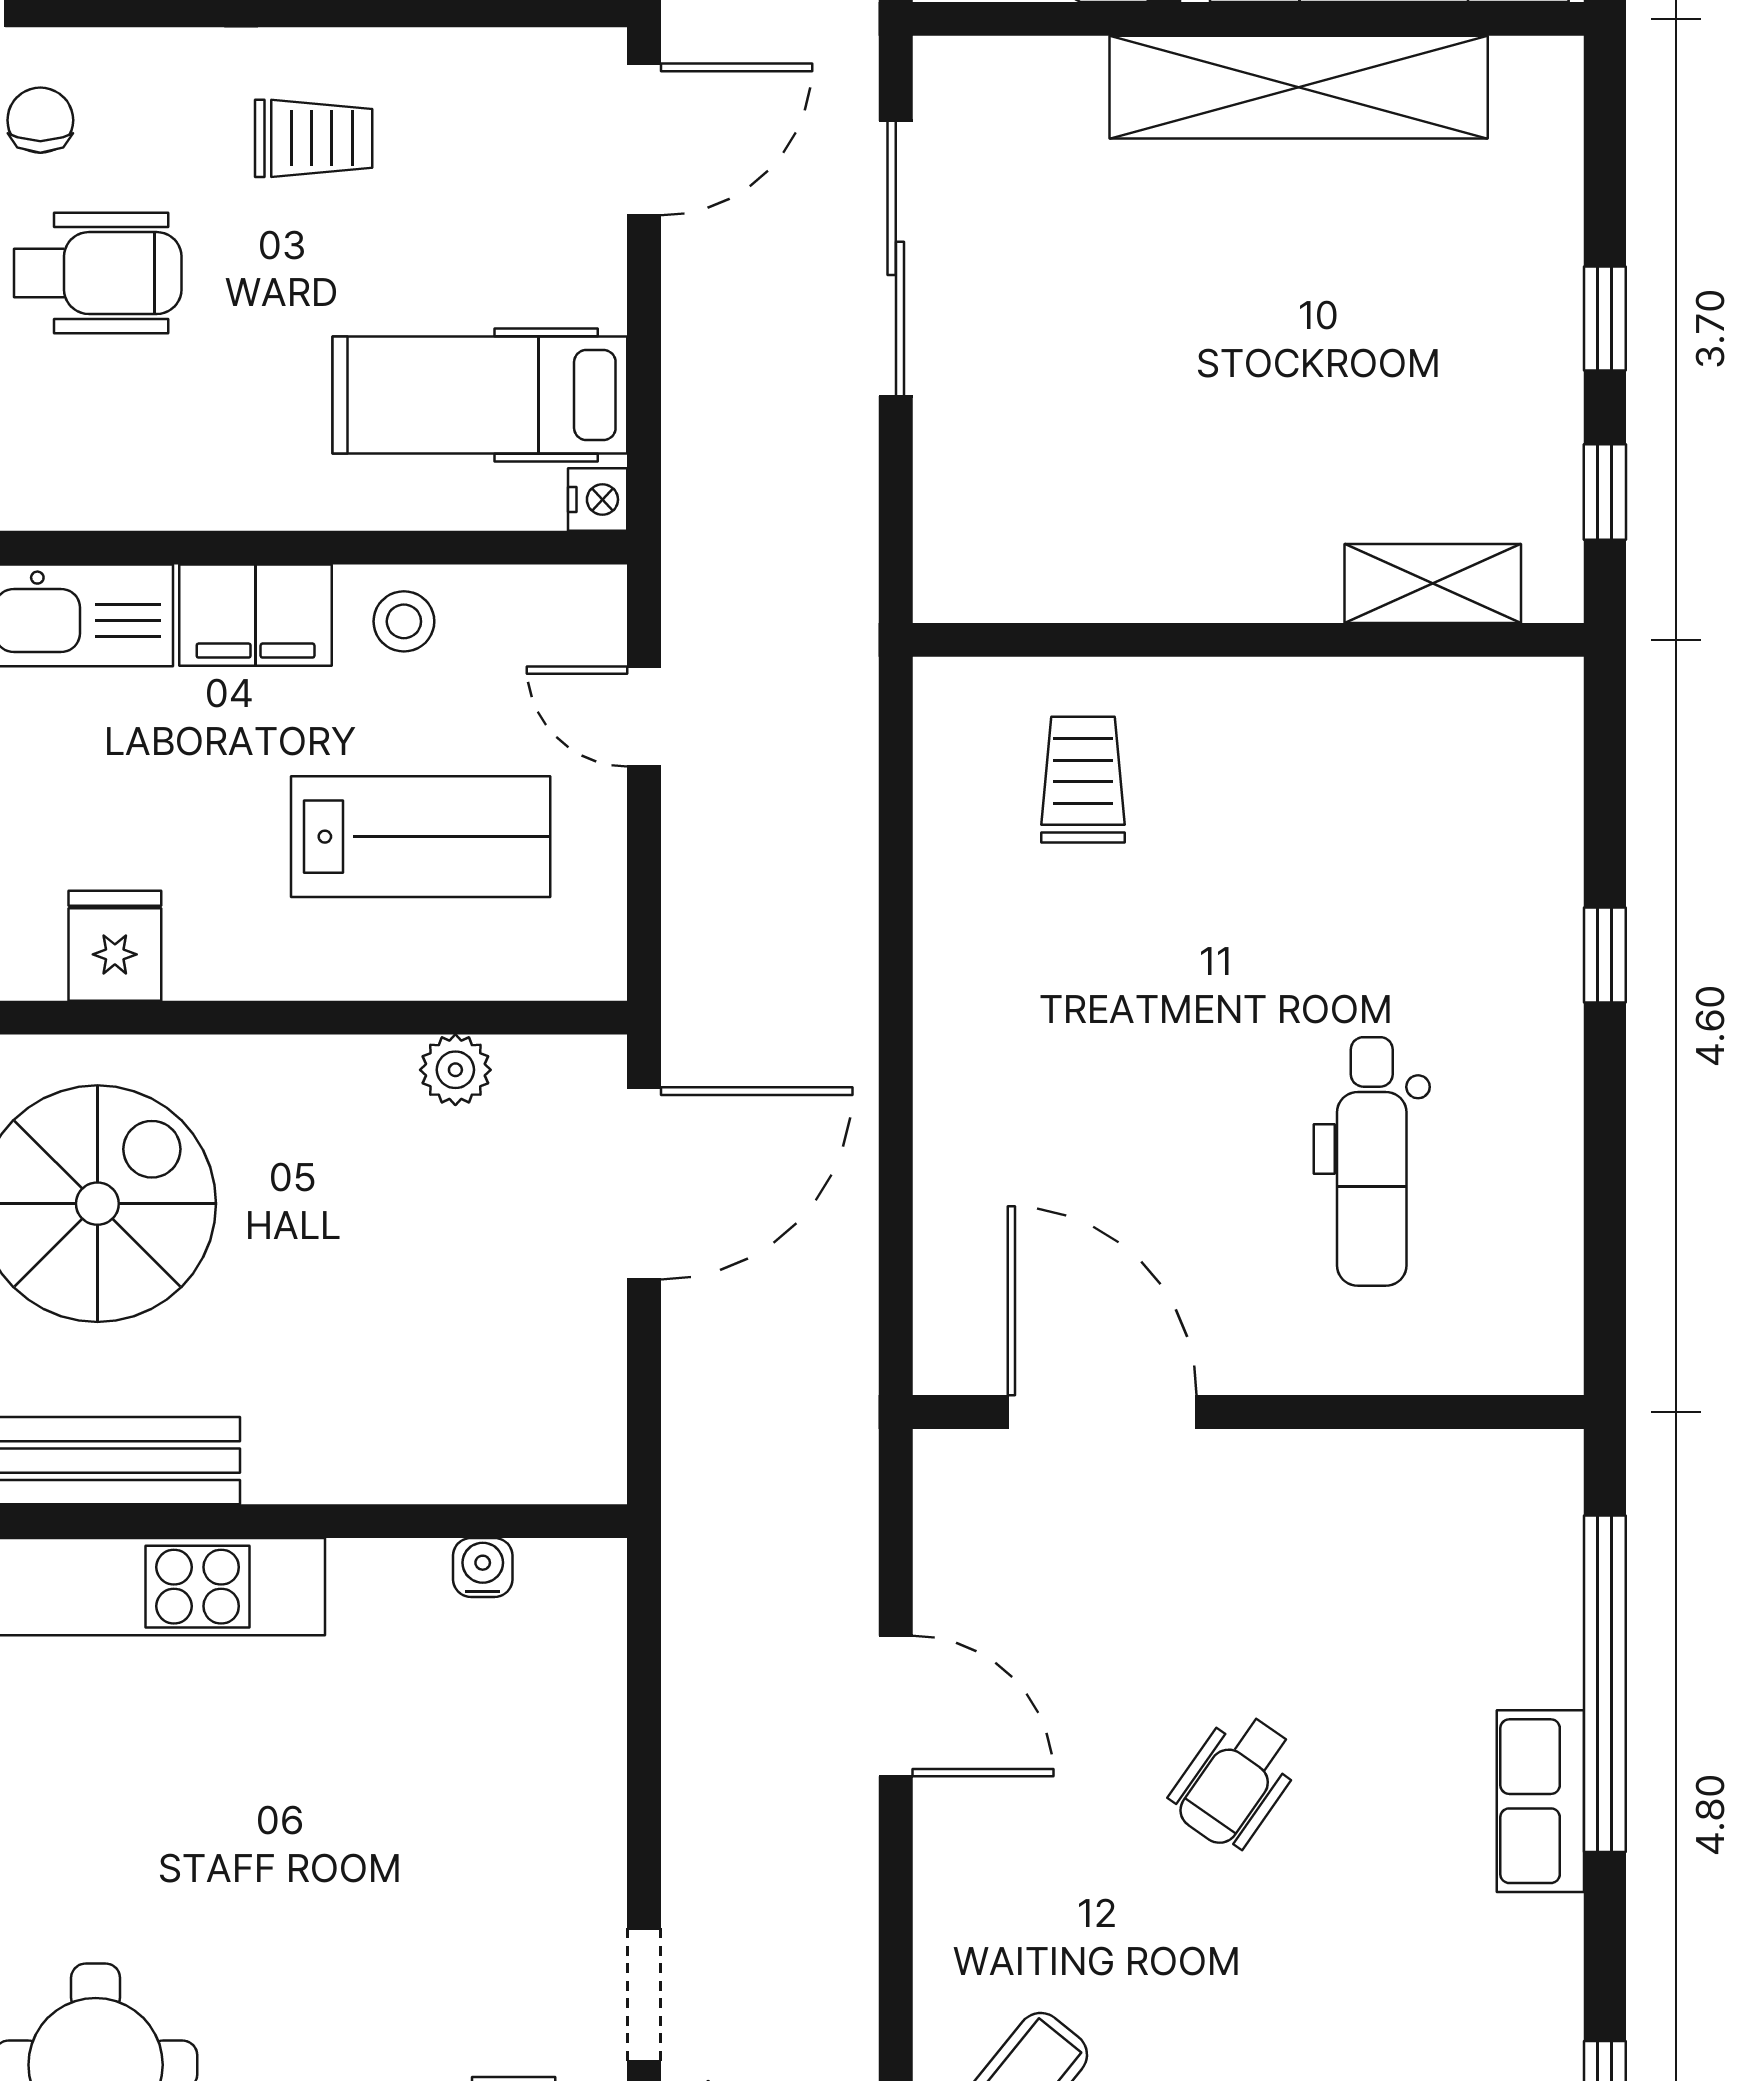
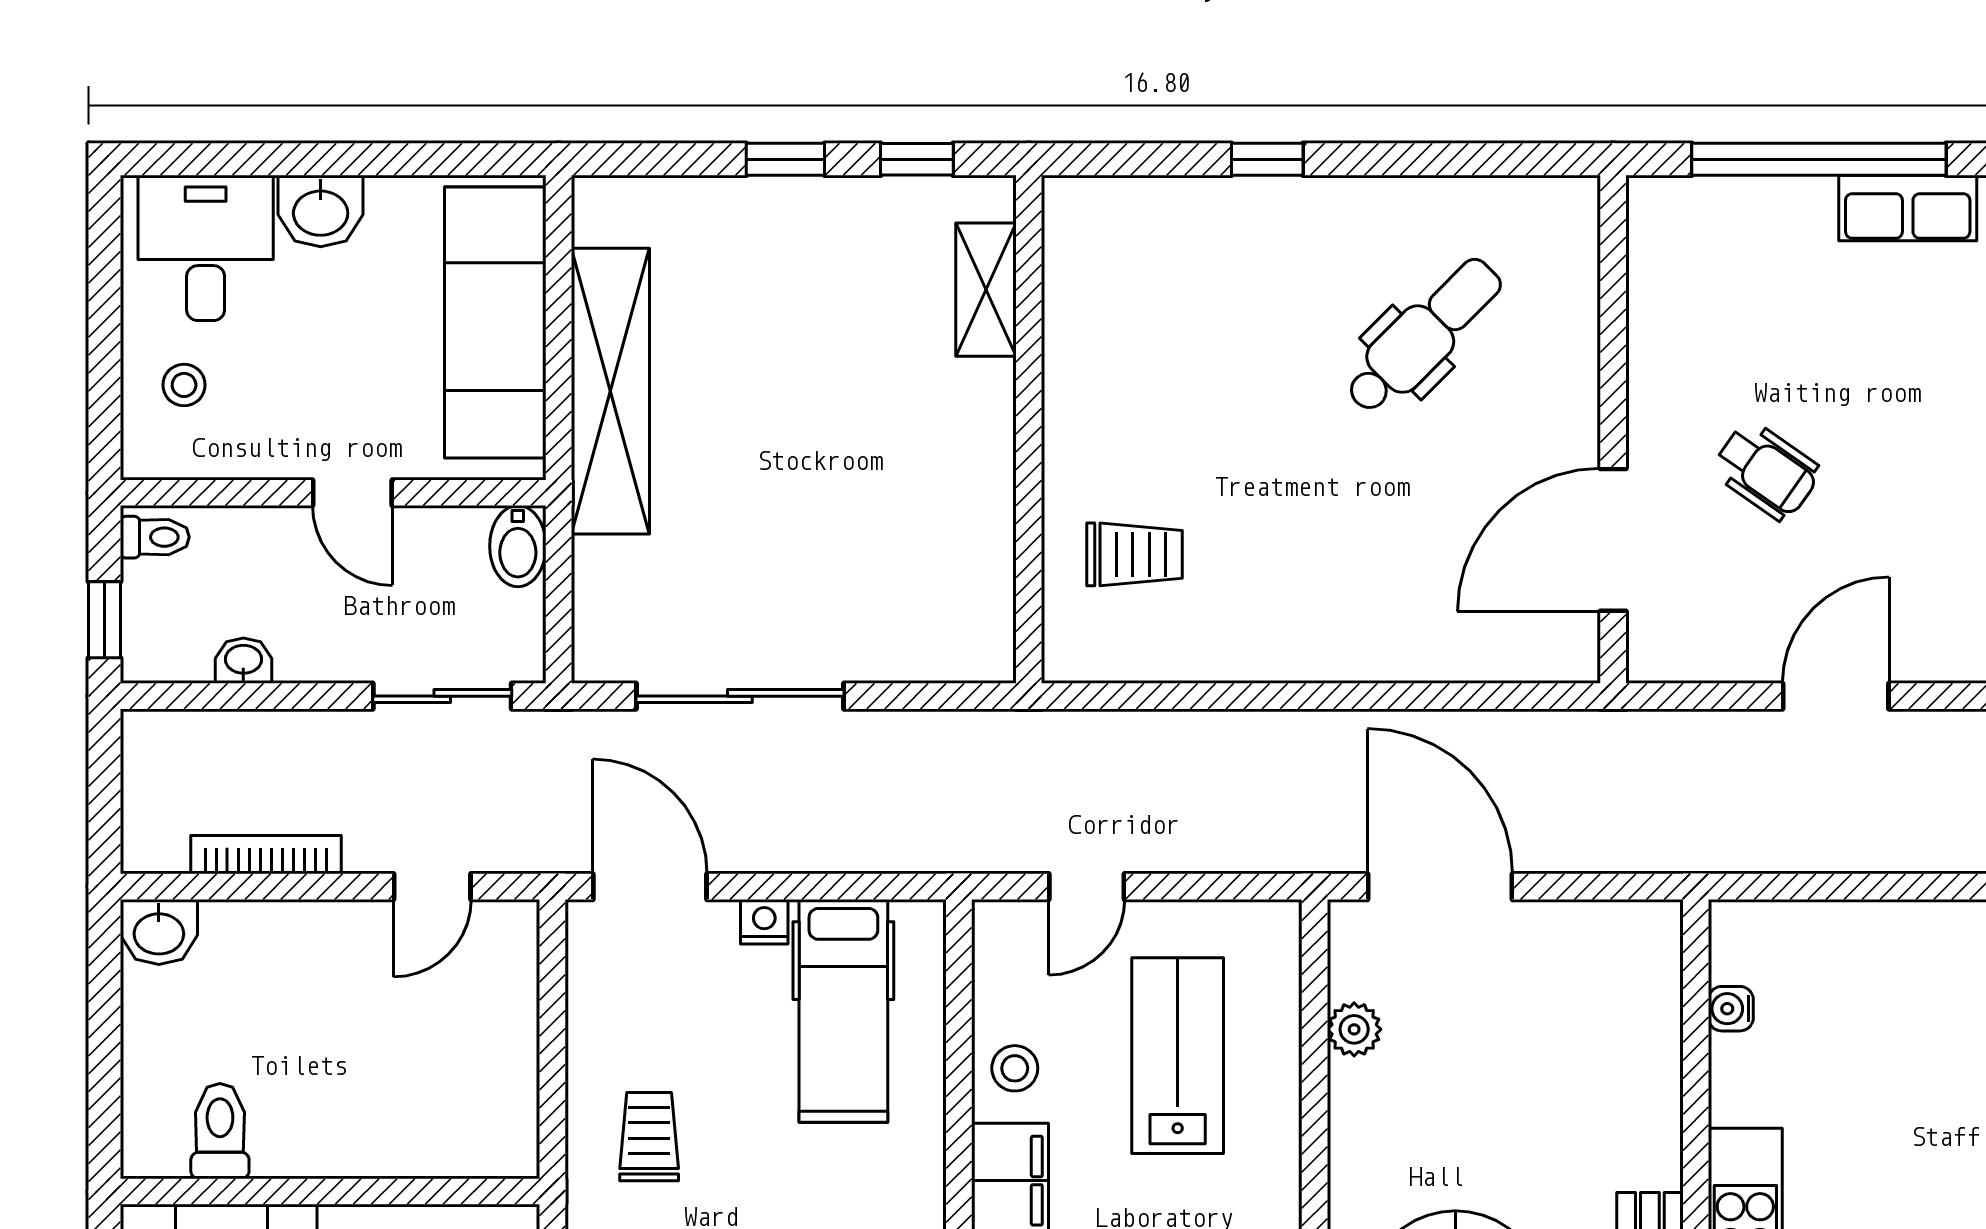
nightstand: (598, 500) -> (764, 922), moved
trolley: (1083, 780) -> (1135, 554), turned 180
dental chair: (1372, 1161) -> (1424, 336), turned -45
wheelchair: (1235, 1781) -> (1766, 471), moved

